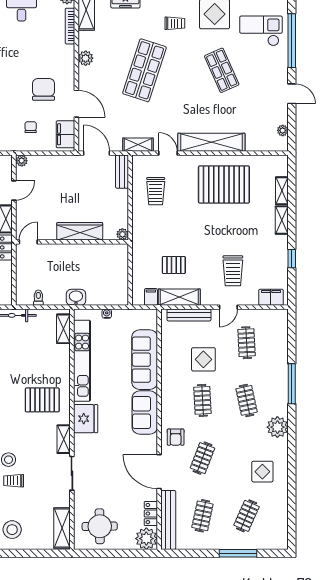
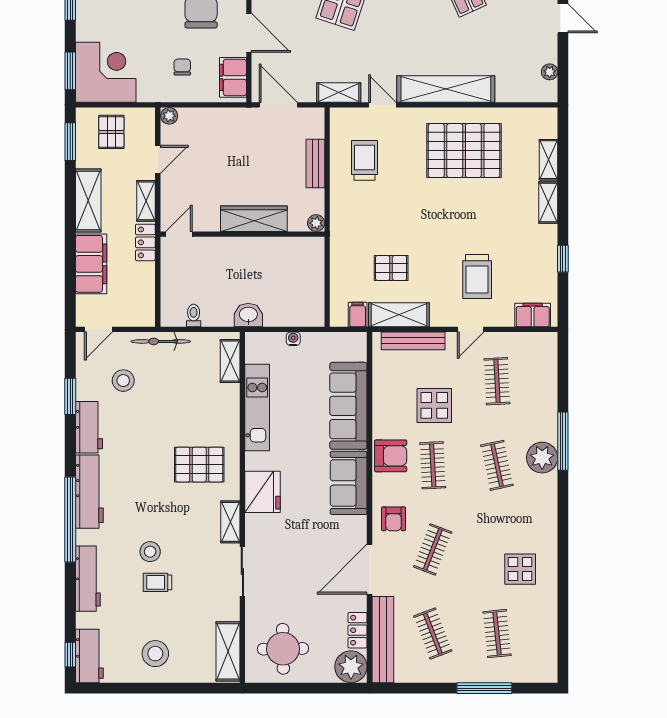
bench: (122, 172) -> (315, 164), moved
trolley: (156, 191) -> (365, 160), turned 180
kitchen unit: (82, 361) -> (257, 407), width x0.73
armchair: (174, 394) -> (391, 456), added
plant: (277, 427) -> (542, 458), moved
door: (159, 472) -> (370, 569), hinge flipped
clothes rail: (202, 516) -> (433, 634), turned -33
clothes rail: (247, 516) -> (497, 634), turned -30

